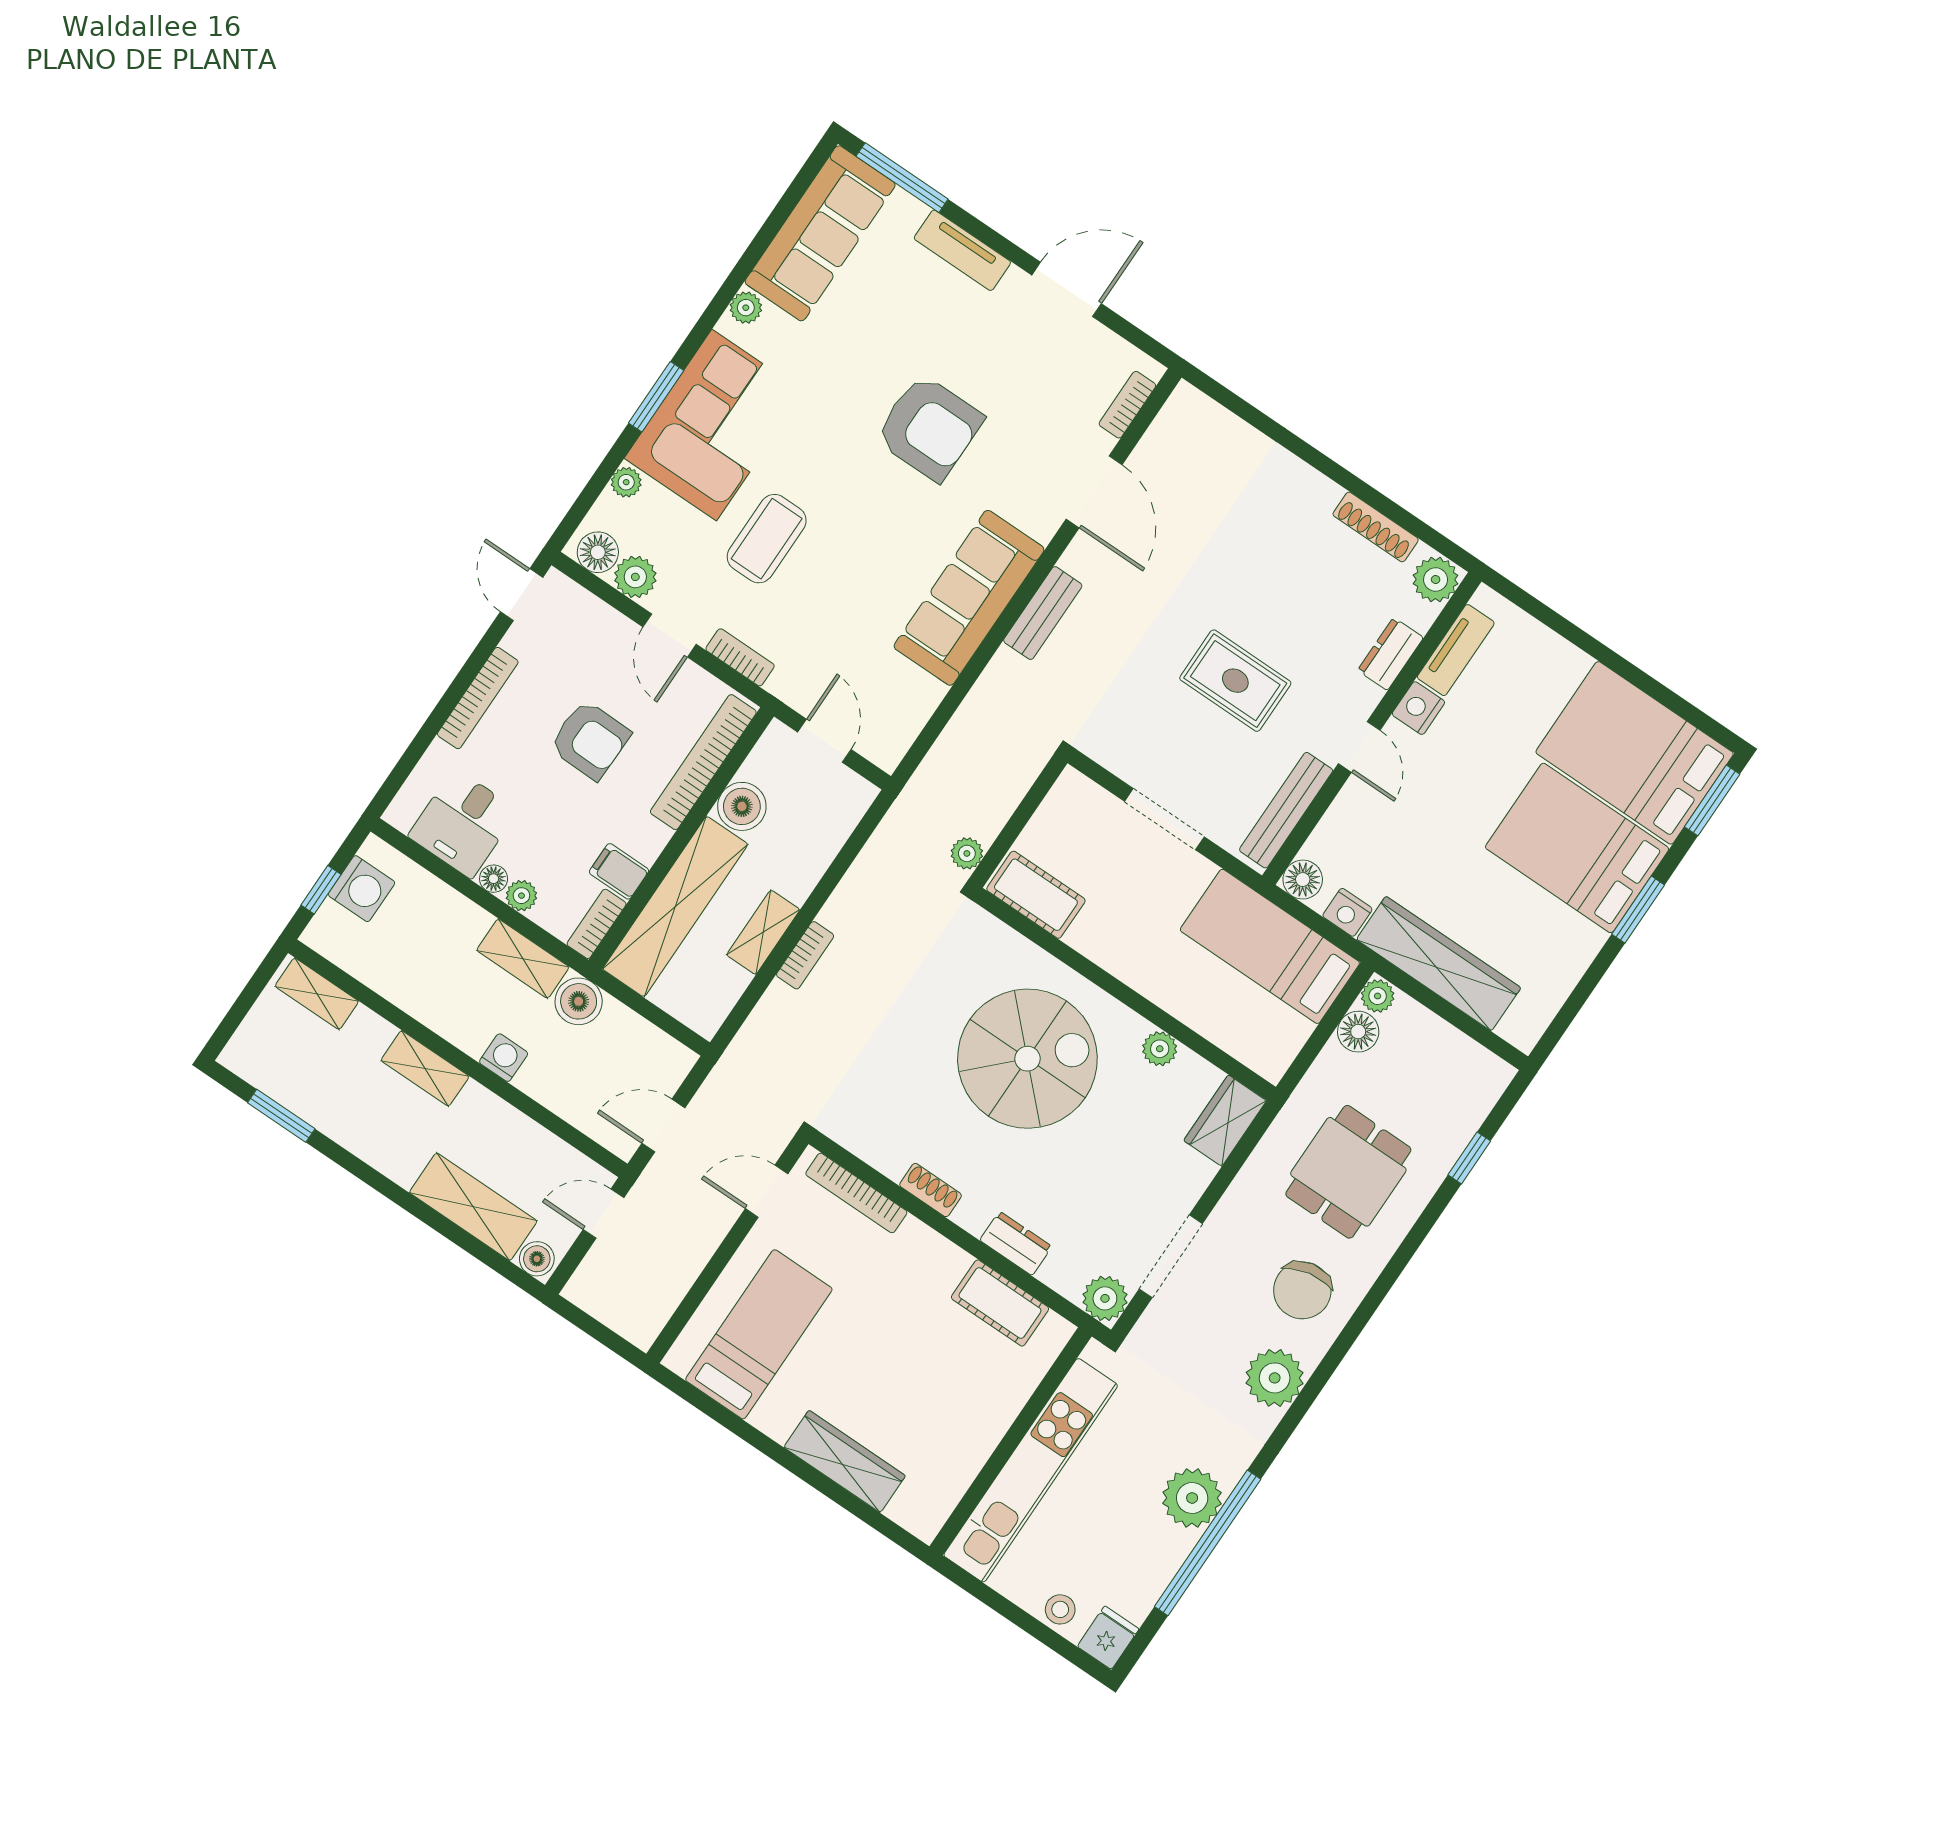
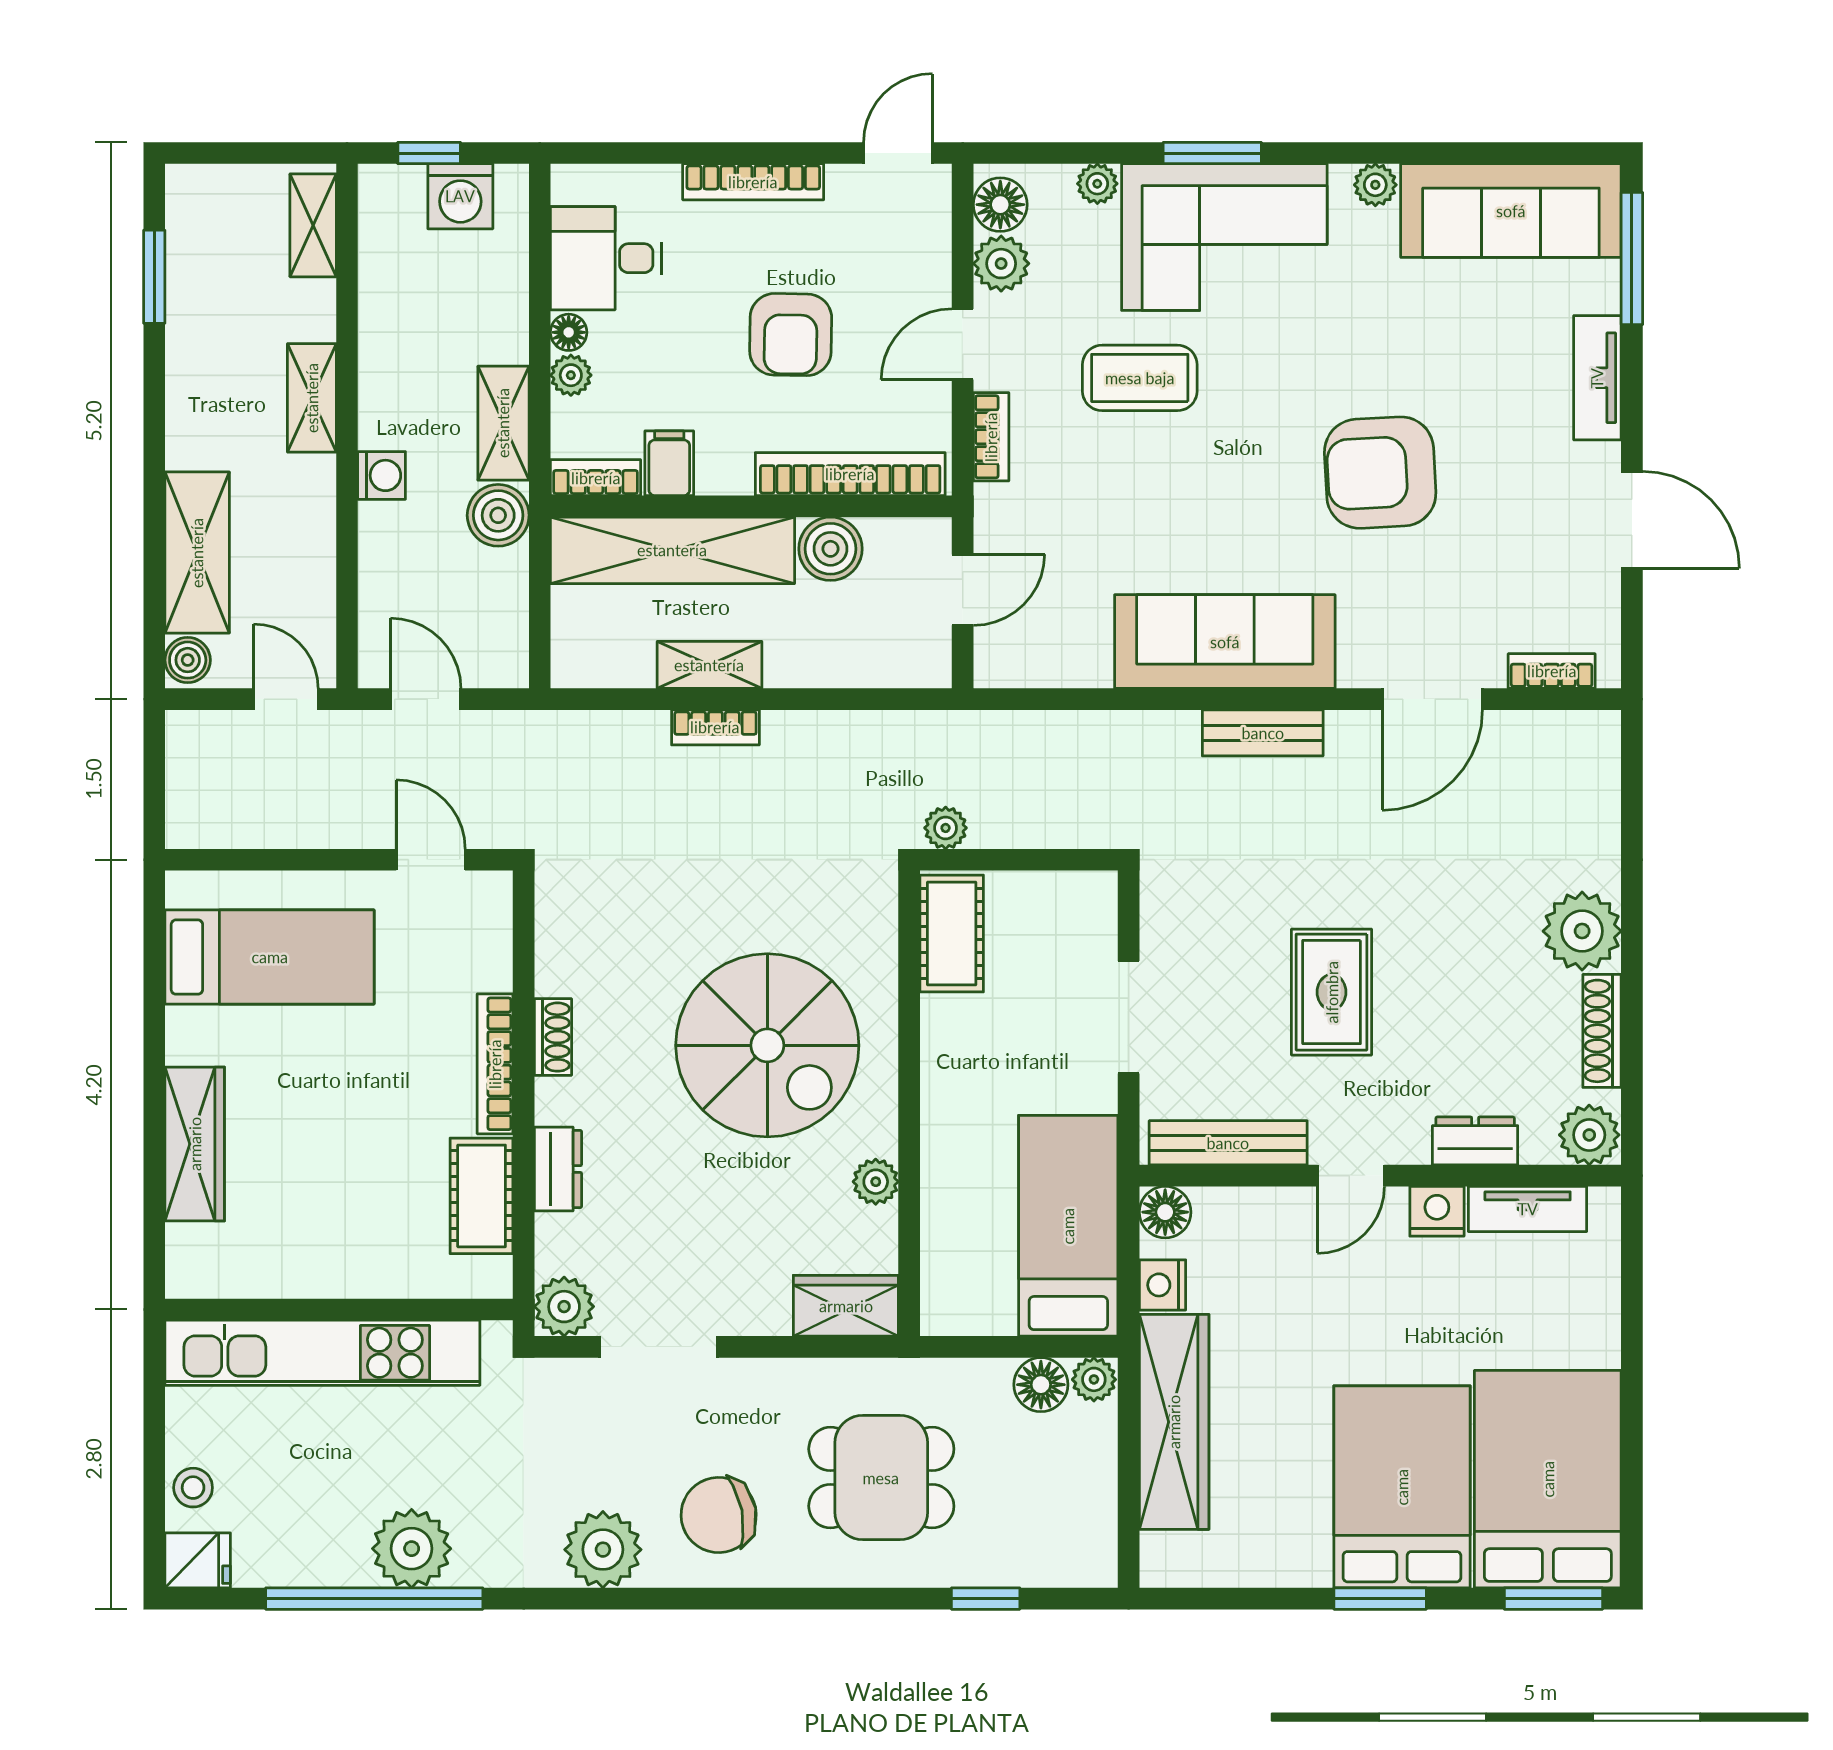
armchair: (929, 428) -> (1380, 473), turned 87
plant: (1304, 497) -> (1582, 931), added
bookcase: (856, 1193) -> (495, 1064), moved

